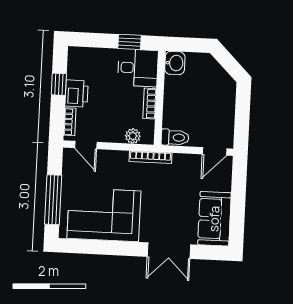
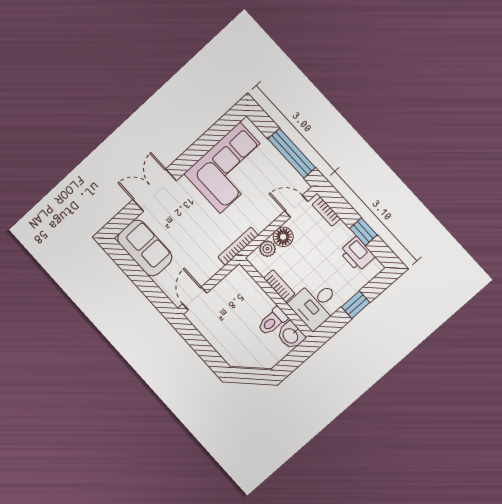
window: (130, 42) -> (356, 305), moved
printer: (77, 94) -> (357, 254), moved
floor lamp: (115, 134) -> (283, 237), added
toilet: (175, 137) -> (272, 321), moved
window: (53, 200) -> (292, 153), moved

